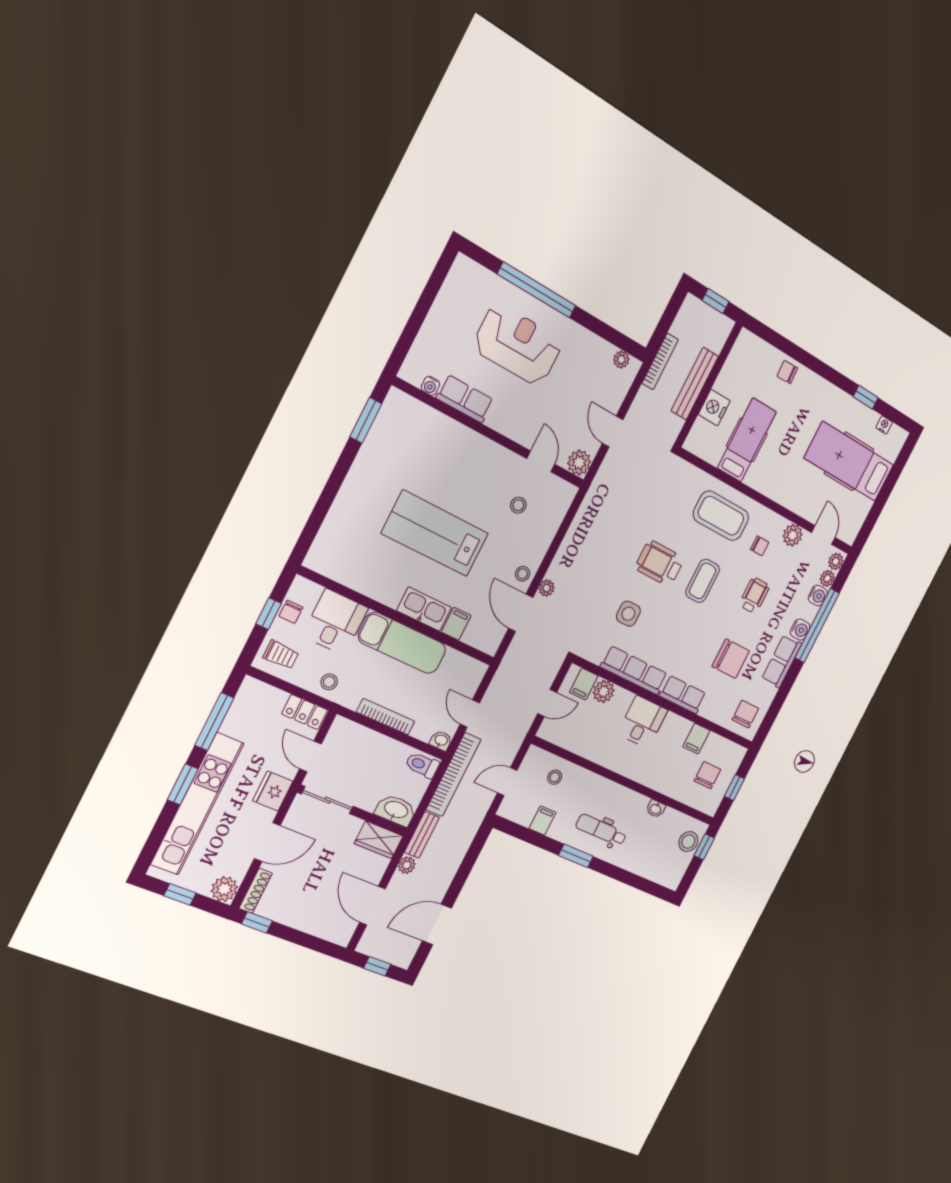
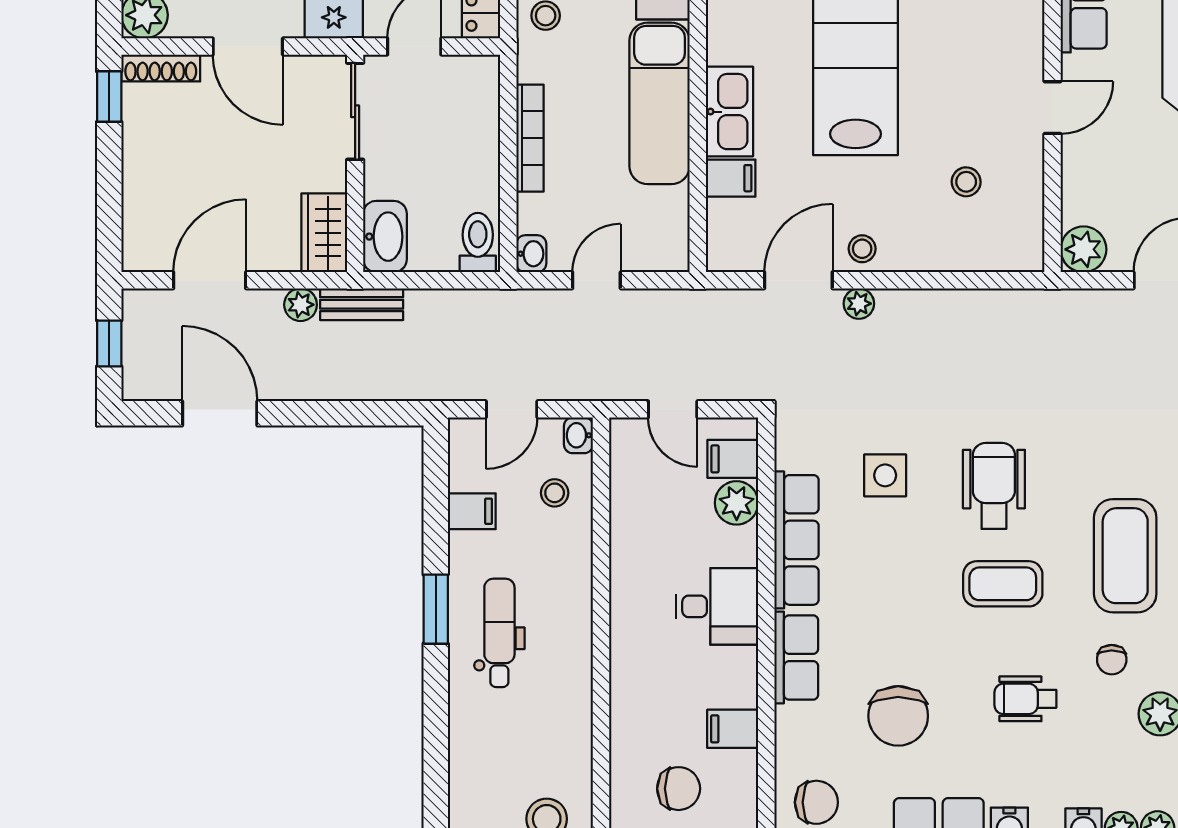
door: (541, 461) -> (1052, 108), moved
wheelchair: (754, 595) -> (1025, 699), turned 180
bookcase: (454, 774) -> (484, 306), removed
door: (507, 782) -> (512, 409), swing flipped
washbasin: (656, 809) -> (578, 435), moved

